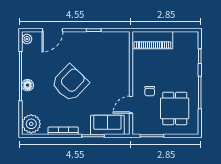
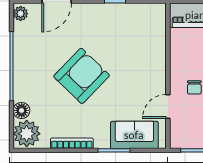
floor lamp: (28, 85) -> (22, 110), moved

